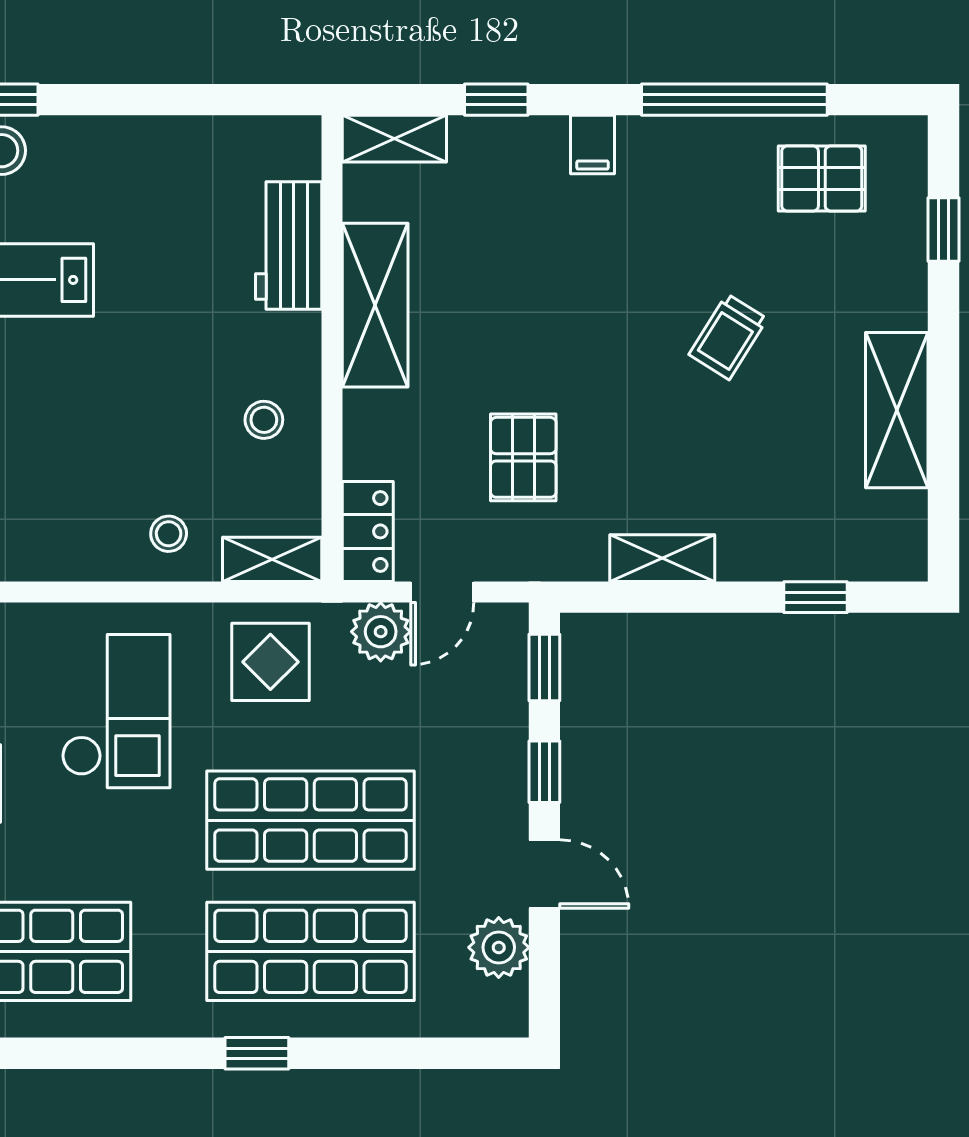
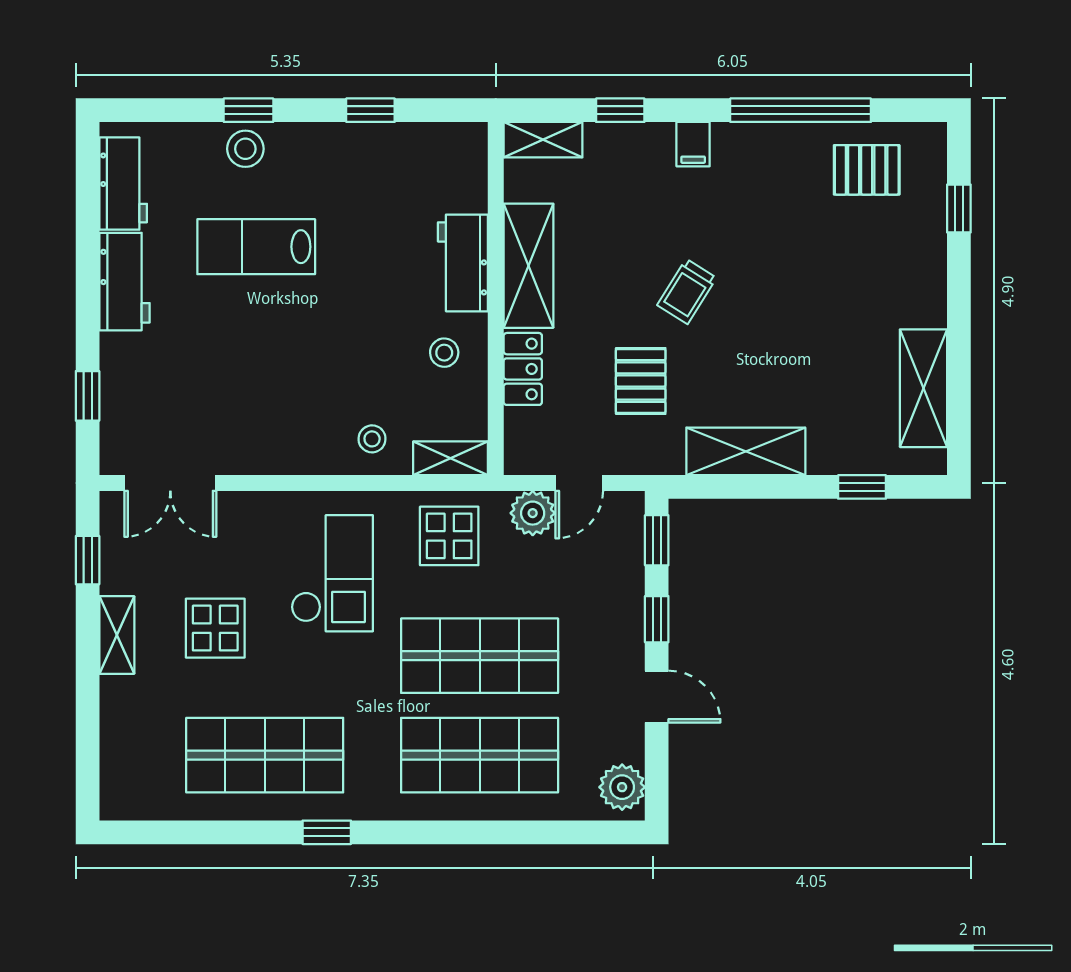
window: (166, 100) -> (370, 110), added
workbench: (289, 246) -> (463, 263), moved
trolley: (728, 337) -> (687, 291), moved
shelving: (897, 410) -> (924, 388), moved
locker: (368, 531) -> (523, 369), moved
shelving: (662, 558) -> (746, 451), width x1.50, depth x1.33
plant: (499, 947) -> (622, 787), moved
window: (257, 1053) -> (327, 832), moved

